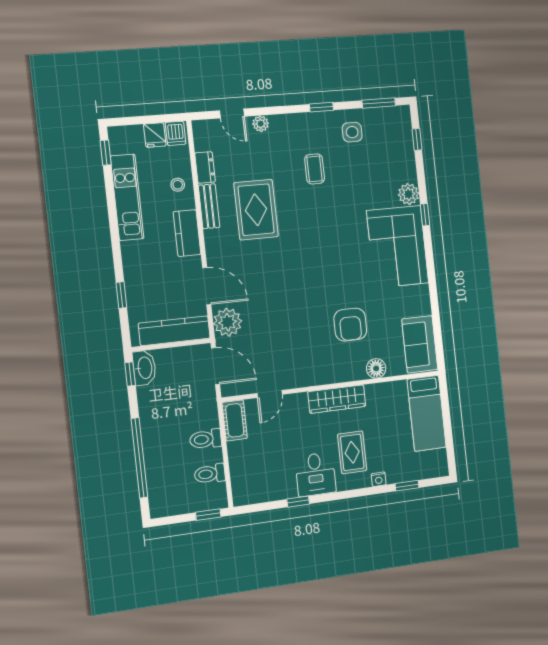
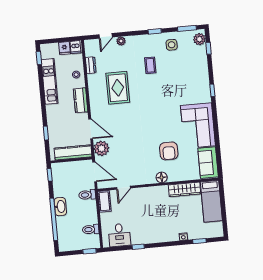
door: (232, 114) -> (106, 36), hinge flipped
plant: (409, 194) -> (199, 39), moved
bench: (209, 206) -> (93, 86), removed
corner sofa: (398, 247) -> (198, 126), moved
washbasin: (144, 368) -> (60, 207), moved
floor lamp: (376, 368) -> (162, 177), moved
wardrobe: (337, 399) -> (185, 189), moved
toilet: (206, 439) -> (87, 195), moved
rug: (352, 452) -> (169, 221), removed
desk: (315, 474) -> (119, 235), moved

